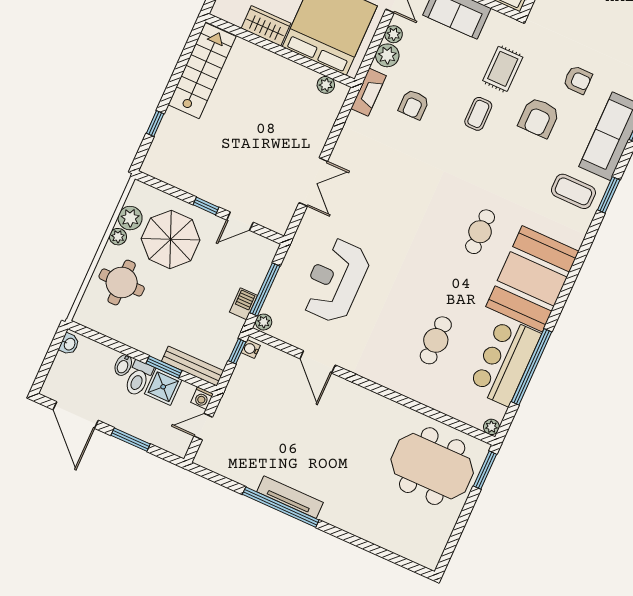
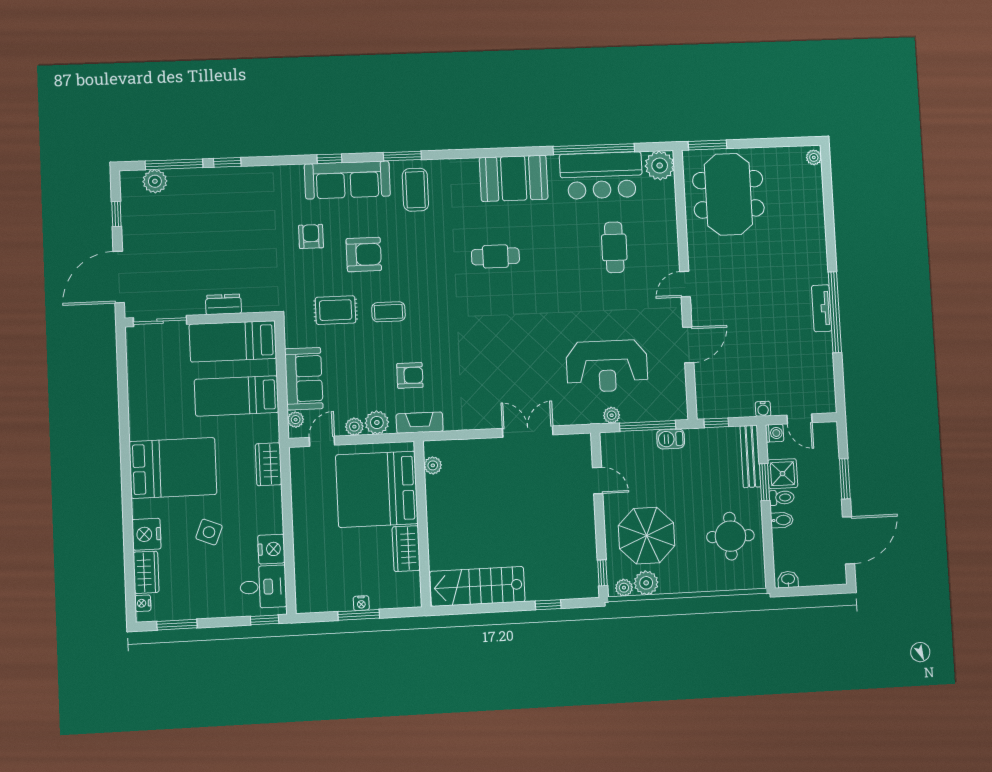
window: (206, 206) -> (602, 573), moved
plant: (118, 237) -> (624, 588), moved
booth: (532, 279) -> (514, 178), width x0.73, depth x0.70
round table: (122, 283) -> (730, 536), moved
plant: (264, 322) -> (612, 415), moved
cafe table: (436, 340) -> (614, 247), turned 90
water cooler: (251, 349) -> (763, 409), moved
toilet: (138, 378) -> (782, 498), width x0.73, depth x0.72
door: (372, 386) -> (685, 284), added
plant: (491, 427) -> (660, 166), width x1.87, depth x1.87
tv unit: (290, 497) -> (822, 308), width x0.71
plant: (427, 560) -> (814, 157), added

